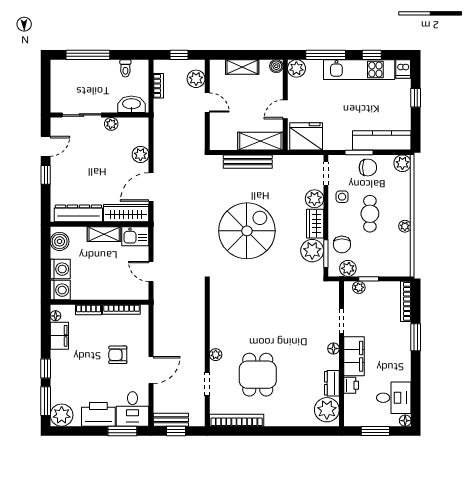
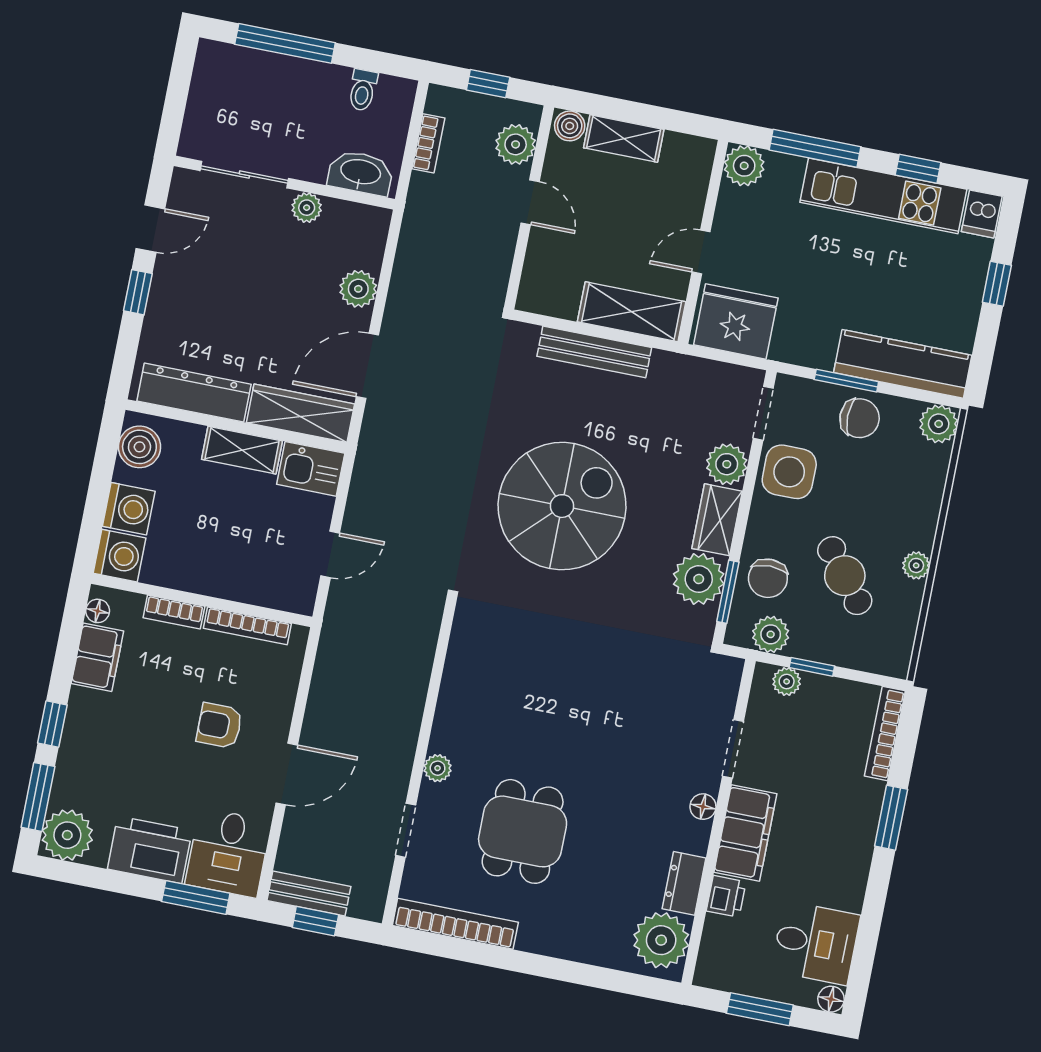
boiler: (276, 66) -> (570, 126), moved
side table: (342, 197) -> (789, 472), width x1.87, depth x1.87
cafe table: (370, 214) -> (845, 576), moved, turned -38
door: (151, 272) -> (330, 554), swing flipped

